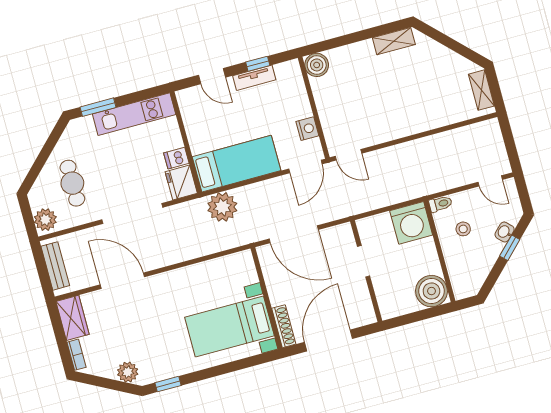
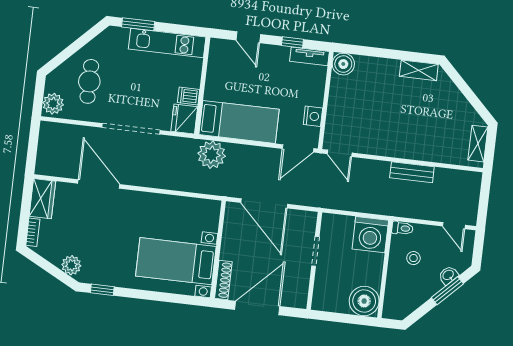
tv unit: (254, 78) -> (309, 56), moved
window: (510, 248) -> (447, 291), width x1.50
bench: (55, 266) -> (412, 172), moved, turned 90

